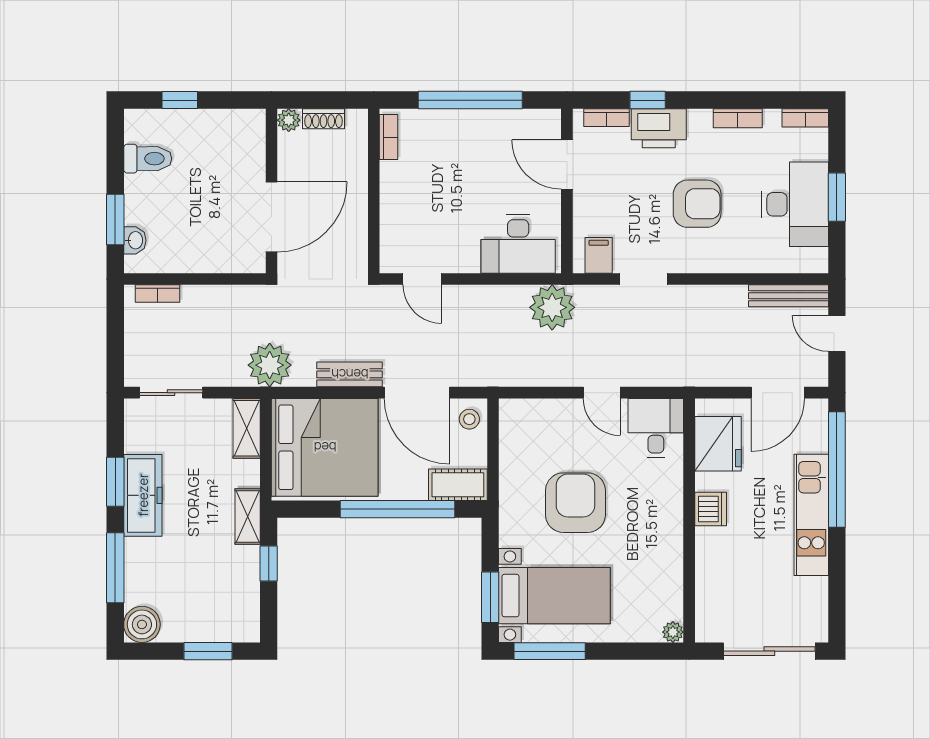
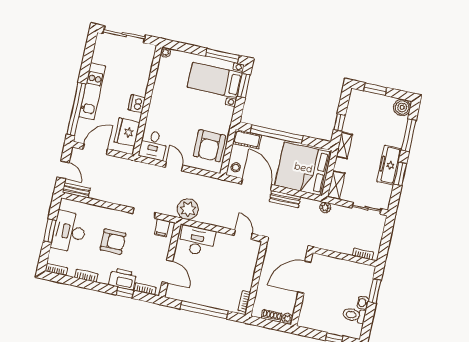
armchair: (697, 204) -> (113, 241), turned 180
washbasin: (135, 240) -> (363, 303), moved
bench: (788, 296) -> (76, 190), width x0.73
plant: (270, 365) -> (325, 207), width x0.53, depth x0.53
armchair: (575, 503) -> (209, 146), moved

